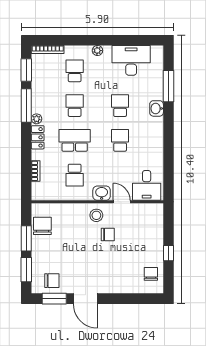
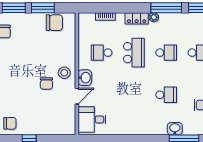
washbasin: (157, 108) -> (175, 129), moved
school desk: (120, 140) -> (134, 95), removed

